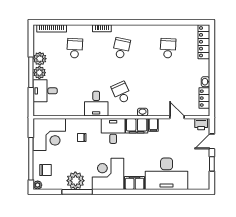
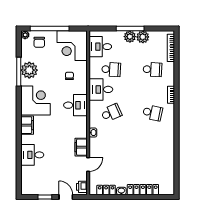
locker: (204, 42) -> (143, 190), moved
school desk: (168, 48) -> (111, 69), moved
desk: (45, 91) -> (100, 47), moved, turned -90
filing cabinet: (153, 125) -> (81, 147), width x2.00
filing cabinet: (137, 126) -> (80, 127), removed
desk: (167, 174) -> (32, 155), width x0.53, depth x0.77

